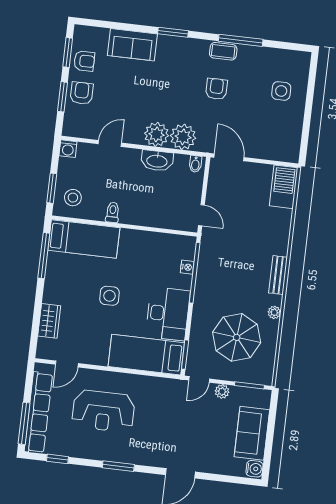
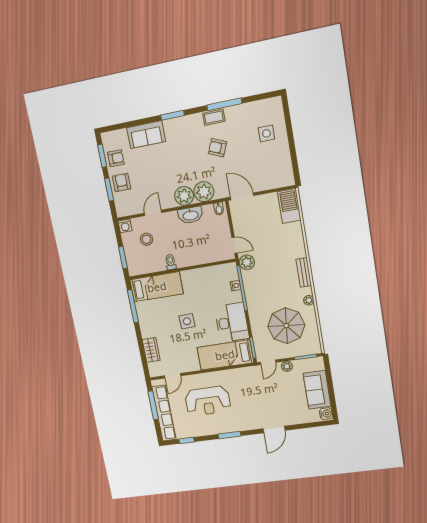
armchair: (216, 89) -> (217, 148), turned -67
stool: (73, 198) -> (147, 239), moved
plant: (210, 241) -> (247, 262), added
window: (24, 423) -> (153, 405), moved

